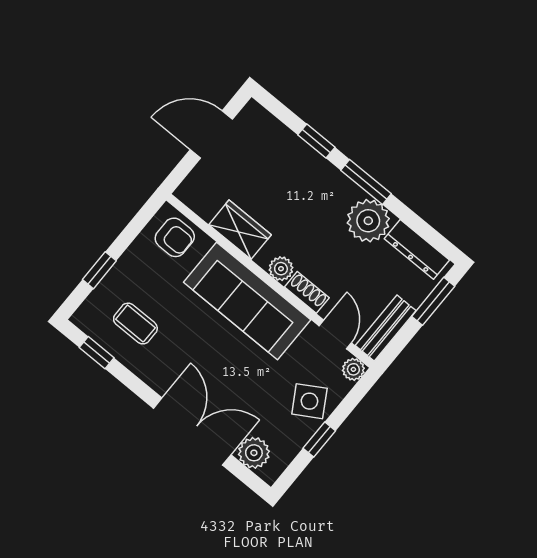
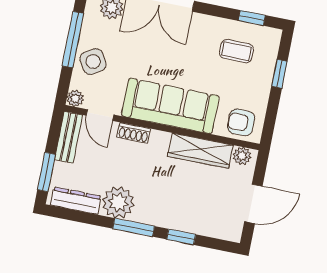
wardrobe: (240, 230) -> (200, 151), width x1.50
plant: (281, 269) -> (242, 156), moved
window: (319, 439) -> (73, 40), width x2.17

